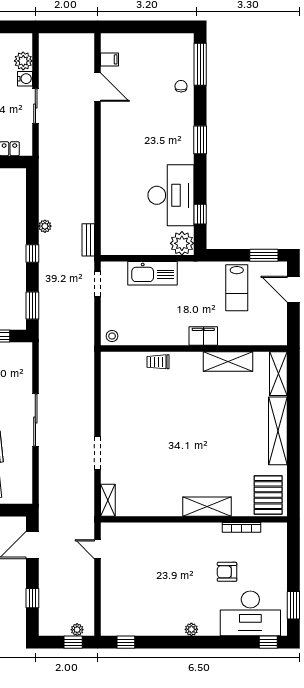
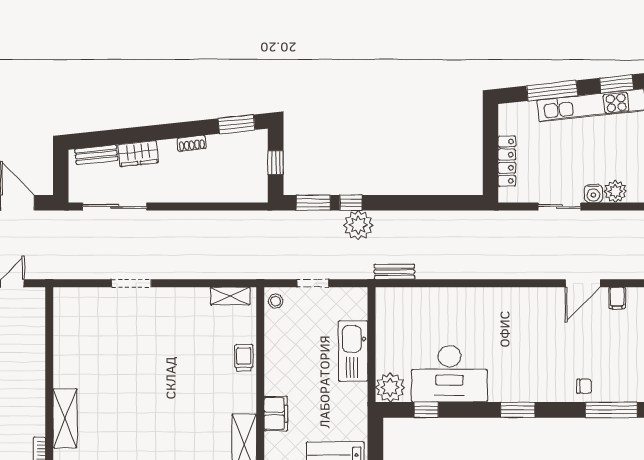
plant: (45, 226) -> (358, 225), moved, width x1.88, depth x1.88
window: (32, 253) -> (351, 203), moved
doorway: (98, 284) -> (313, 283), moved
sliding door: (35, 420) -> (115, 207), moved
shelving: (108, 500) -> (230, 296), moved

